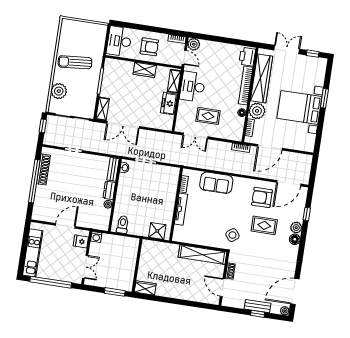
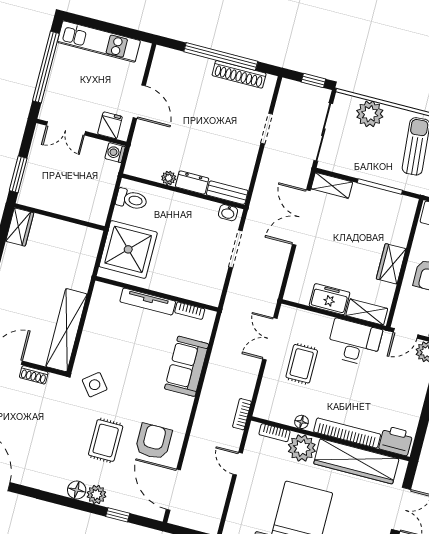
door: (270, 147) -> (238, 464), width x0.53
shower: (157, 231) -> (128, 249), width x1.86, depth x1.86

